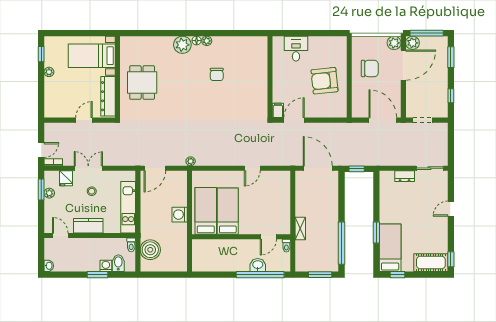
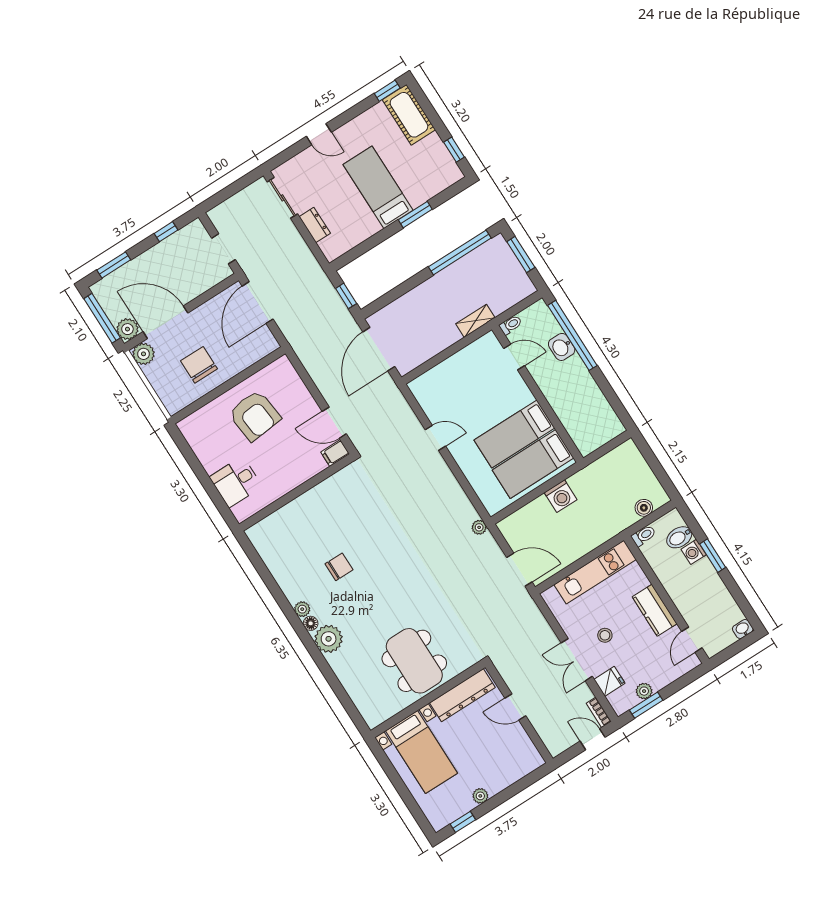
dining table: (142, 82) -> (414, 661), width x1.38
bed: (390, 248) -> (378, 187), moved, turned 90
boiler: (150, 250) -> (644, 508), width x0.54, depth x0.54

